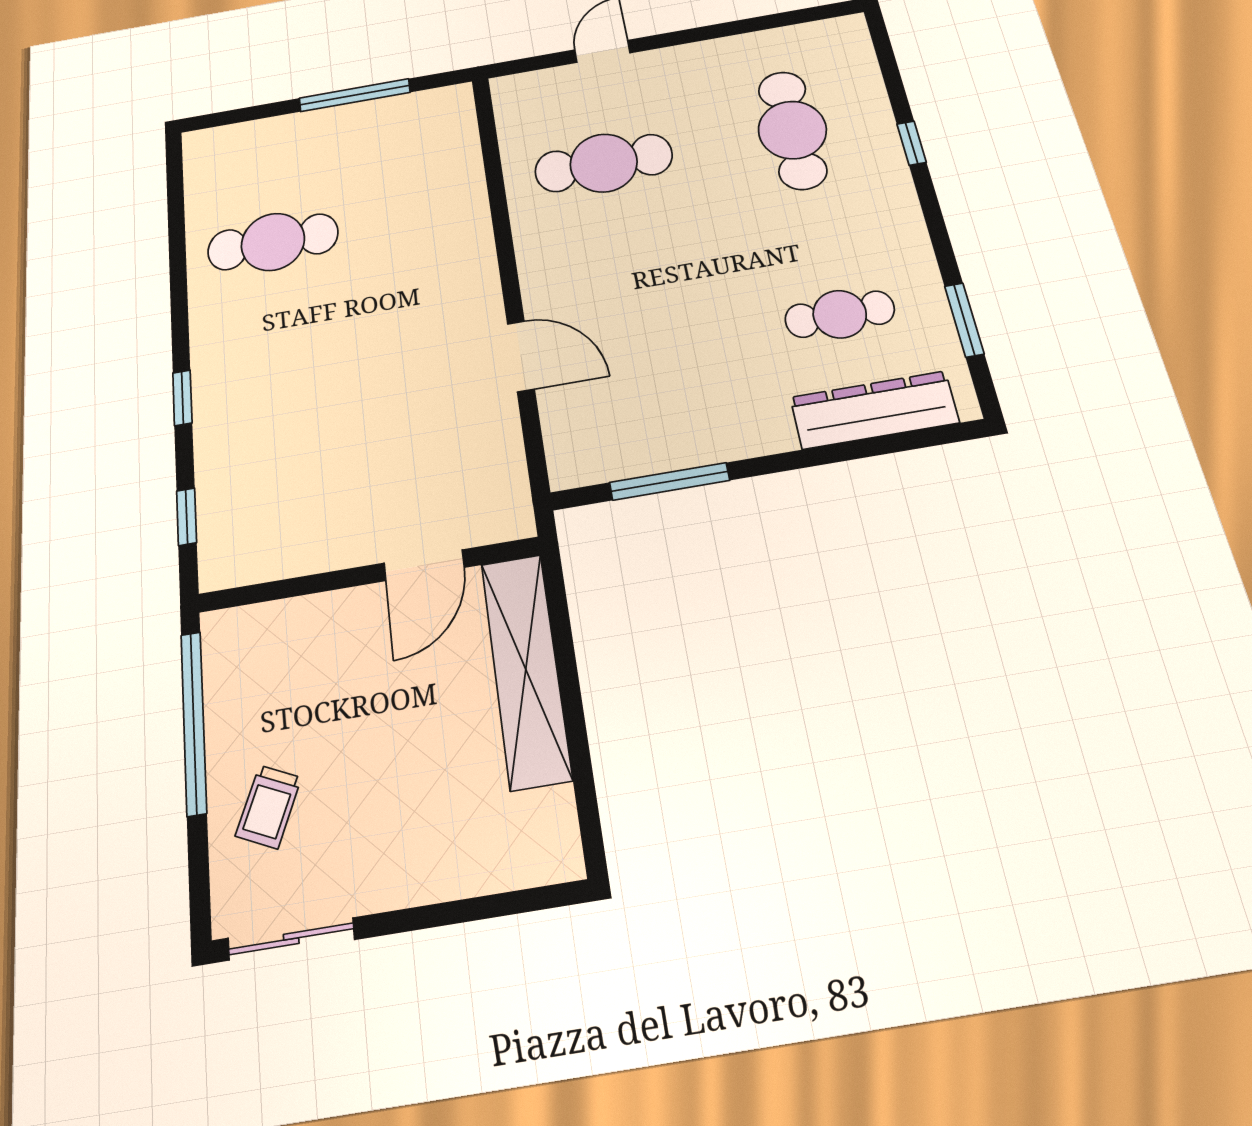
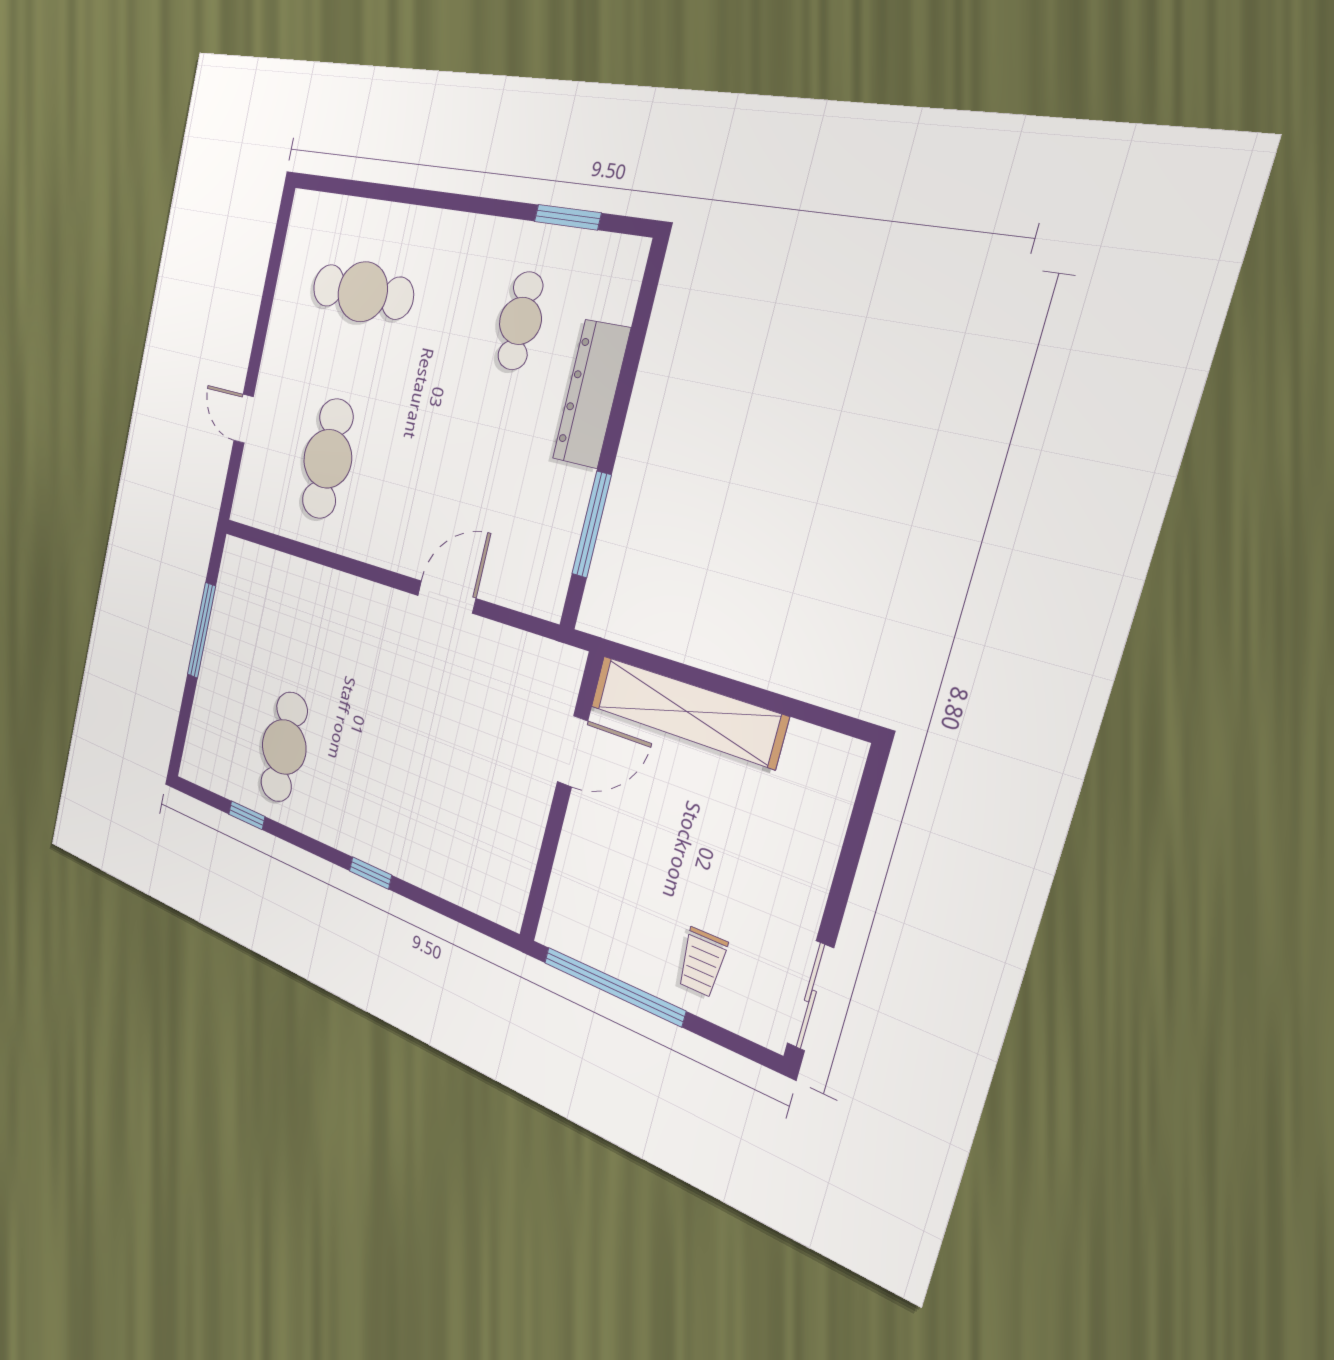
window: (912, 143) -> (412, 196), removed
dresser: (874, 410) -> (591, 394), moved
window: (187, 517) -> (247, 815), moved
door: (424, 565) -> (573, 751), hinge flipped
trolley: (269, 807) -> (702, 962), turned 66

